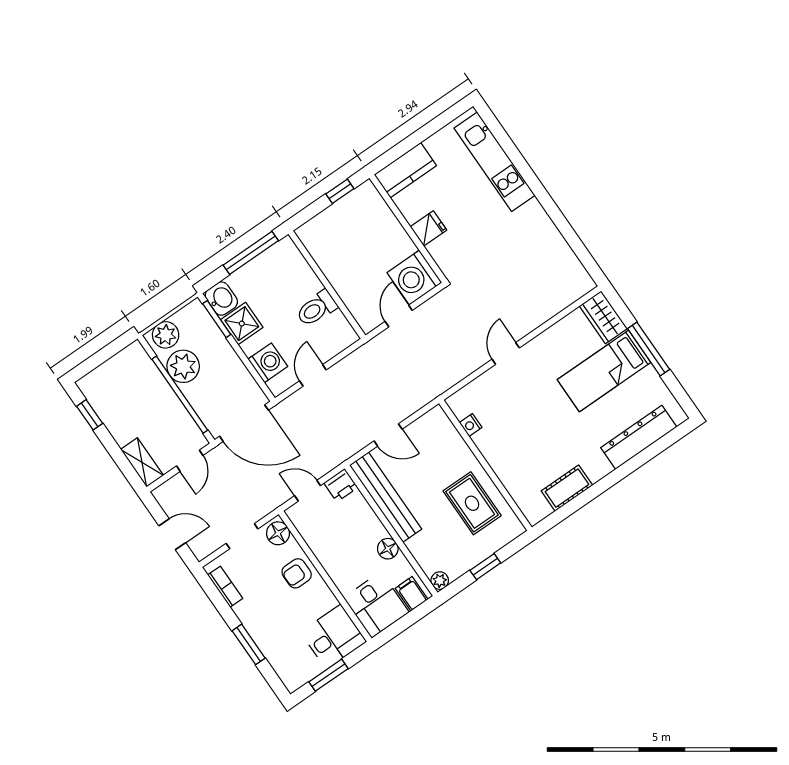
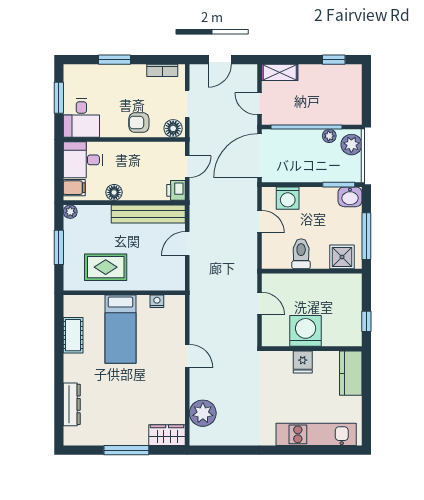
washing machine: (415, 278) -> (306, 331), moved
plant: (554, 296) -> (203, 413), added
shower: (242, 324) -> (342, 257), moved
plant: (183, 366) -> (329, 136), width x0.53, depth x0.53
bed: (604, 371) -> (120, 329), moved, turned 180
dresser: (639, 437) -> (72, 404), width x0.73, depth x0.80
window: (485, 567) -> (59, 247), width x1.50
armchair: (297, 573) -> (139, 123), turned -90

